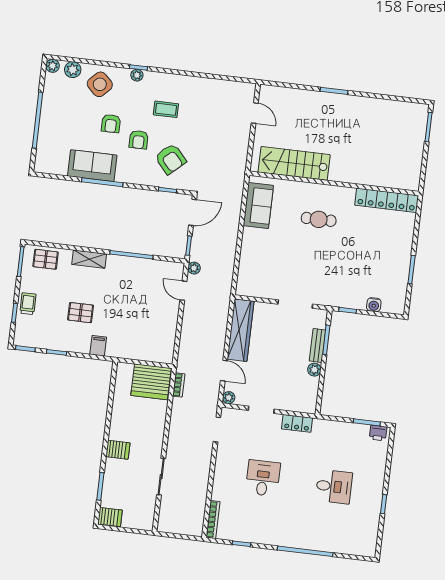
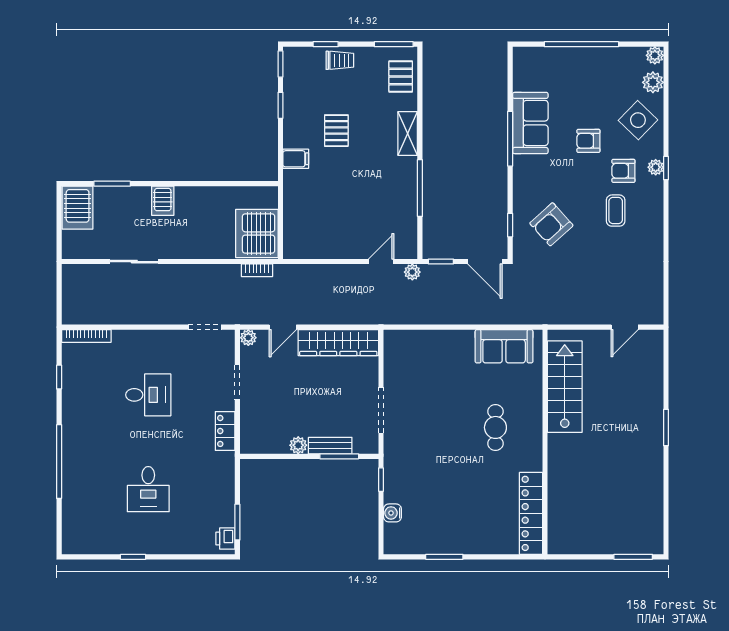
armchair: (139, 140) -> (623, 171), moved
server rack: (110, 517) -> (78, 208), width x1.36, depth x1.44

